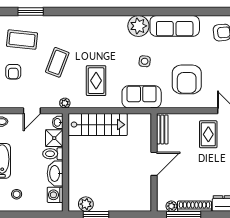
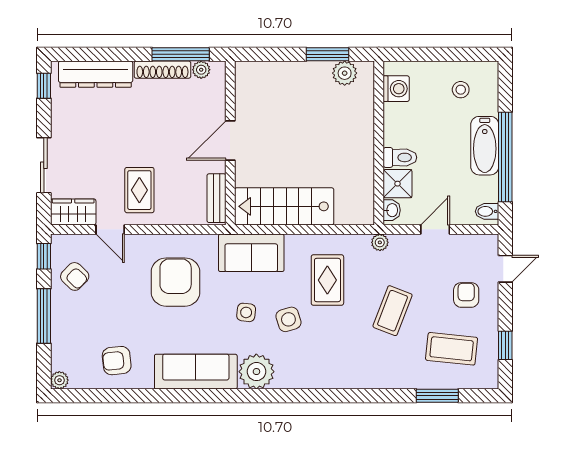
side table: (119, 57) -> (288, 319), added
stairs: (98, 125) -> (284, 206), moved
washbasin: (55, 173) -> (396, 124), removed

